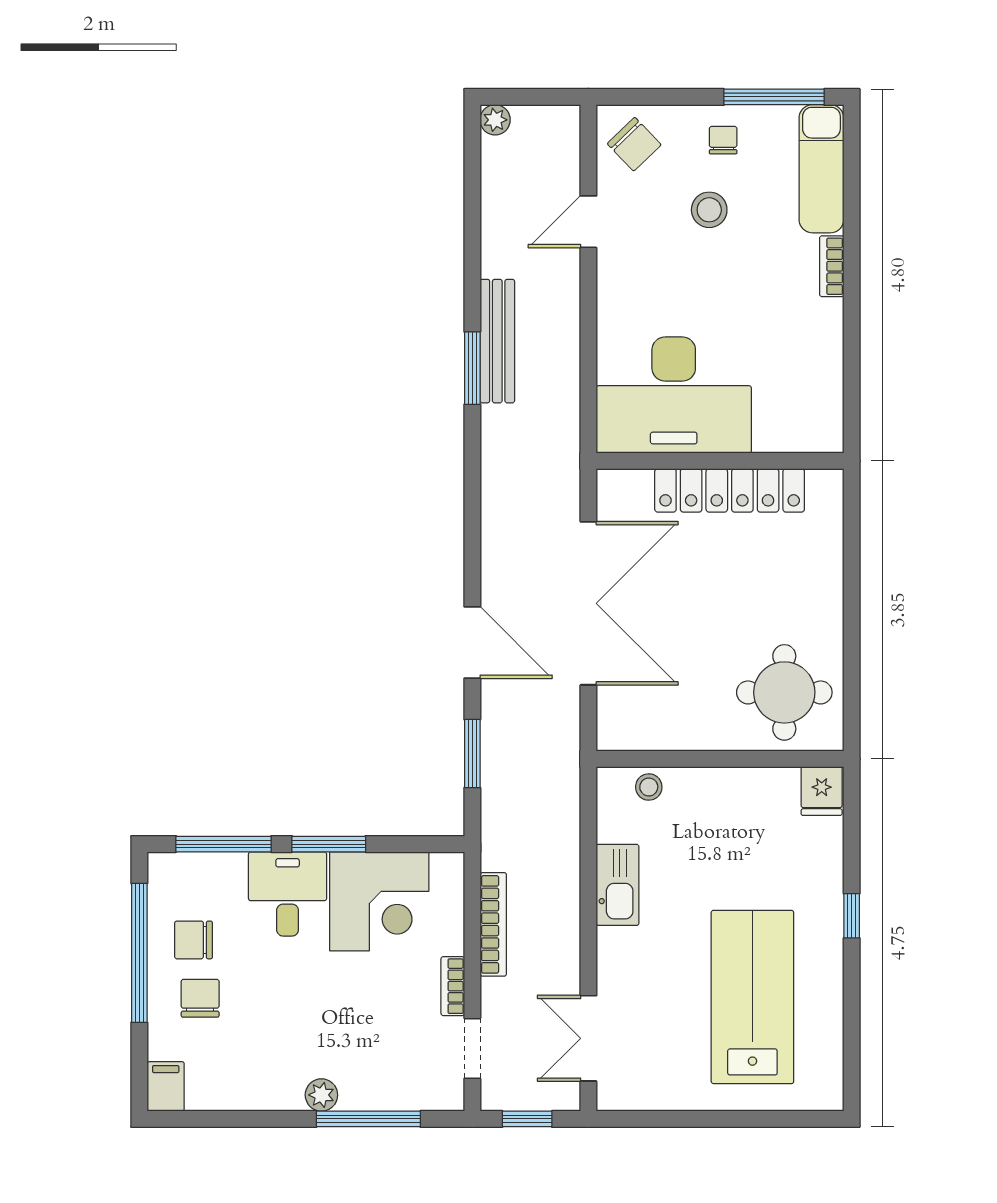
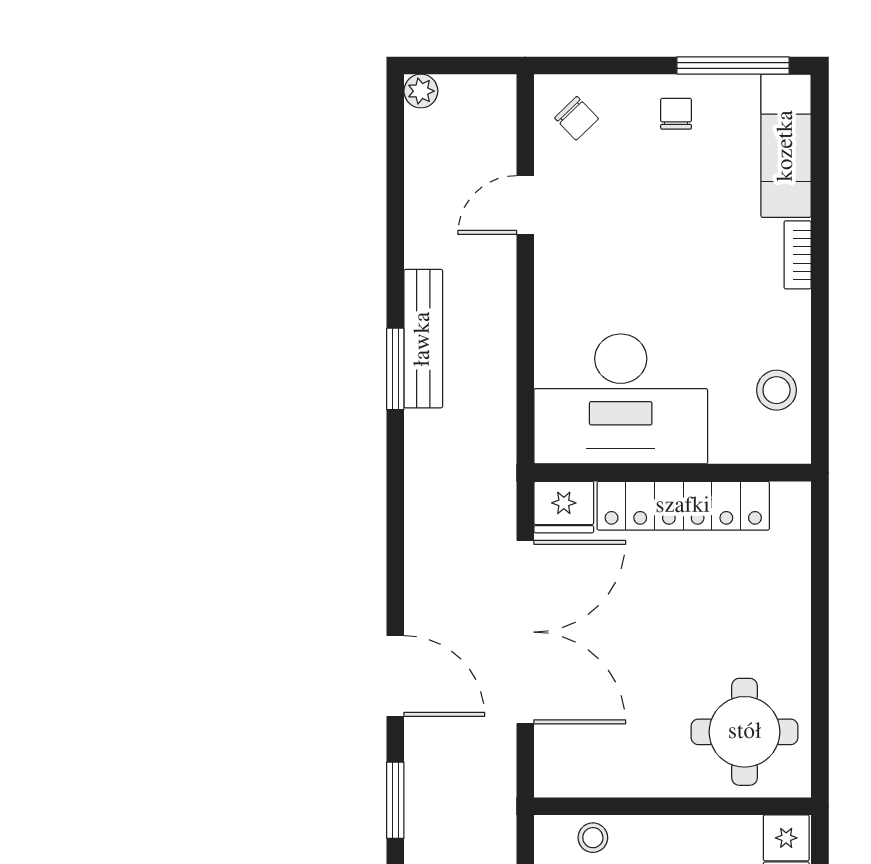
chair: (634, 144) -> (577, 118), width x0.73, depth x0.73
stool: (709, 210) -> (777, 390), moved
fridge: (623, 492) -> (564, 507), added

